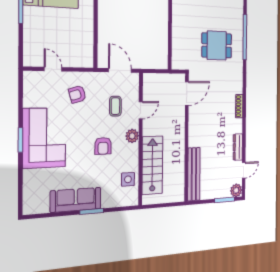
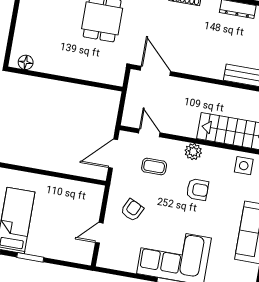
armchair: (77, 94) -> (132, 210), turned -138
door: (141, 110) -> (149, 133), moved

